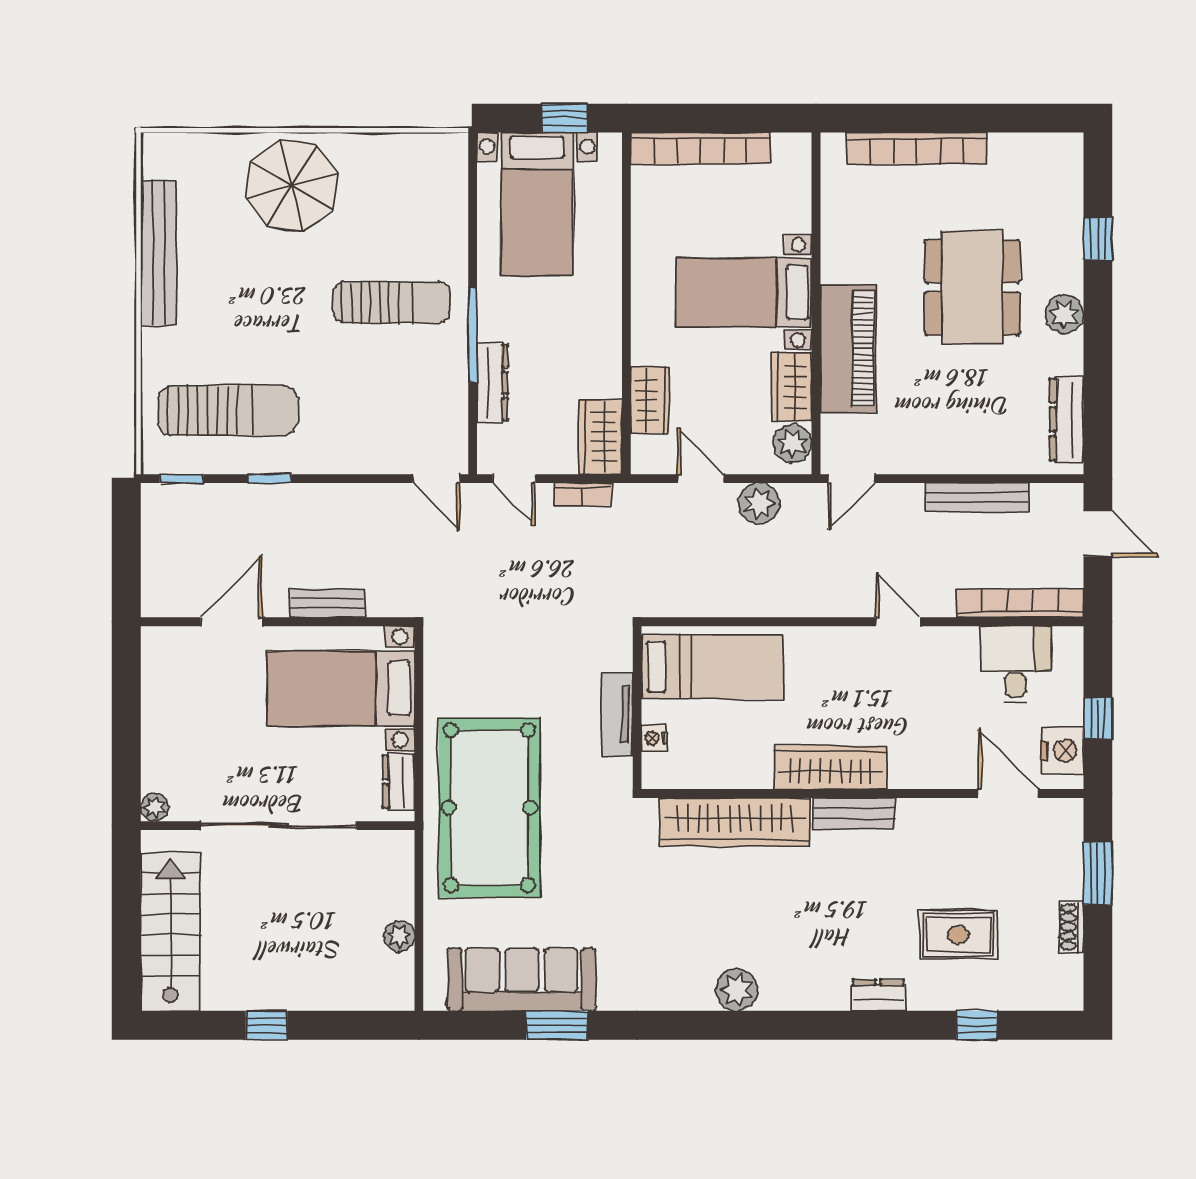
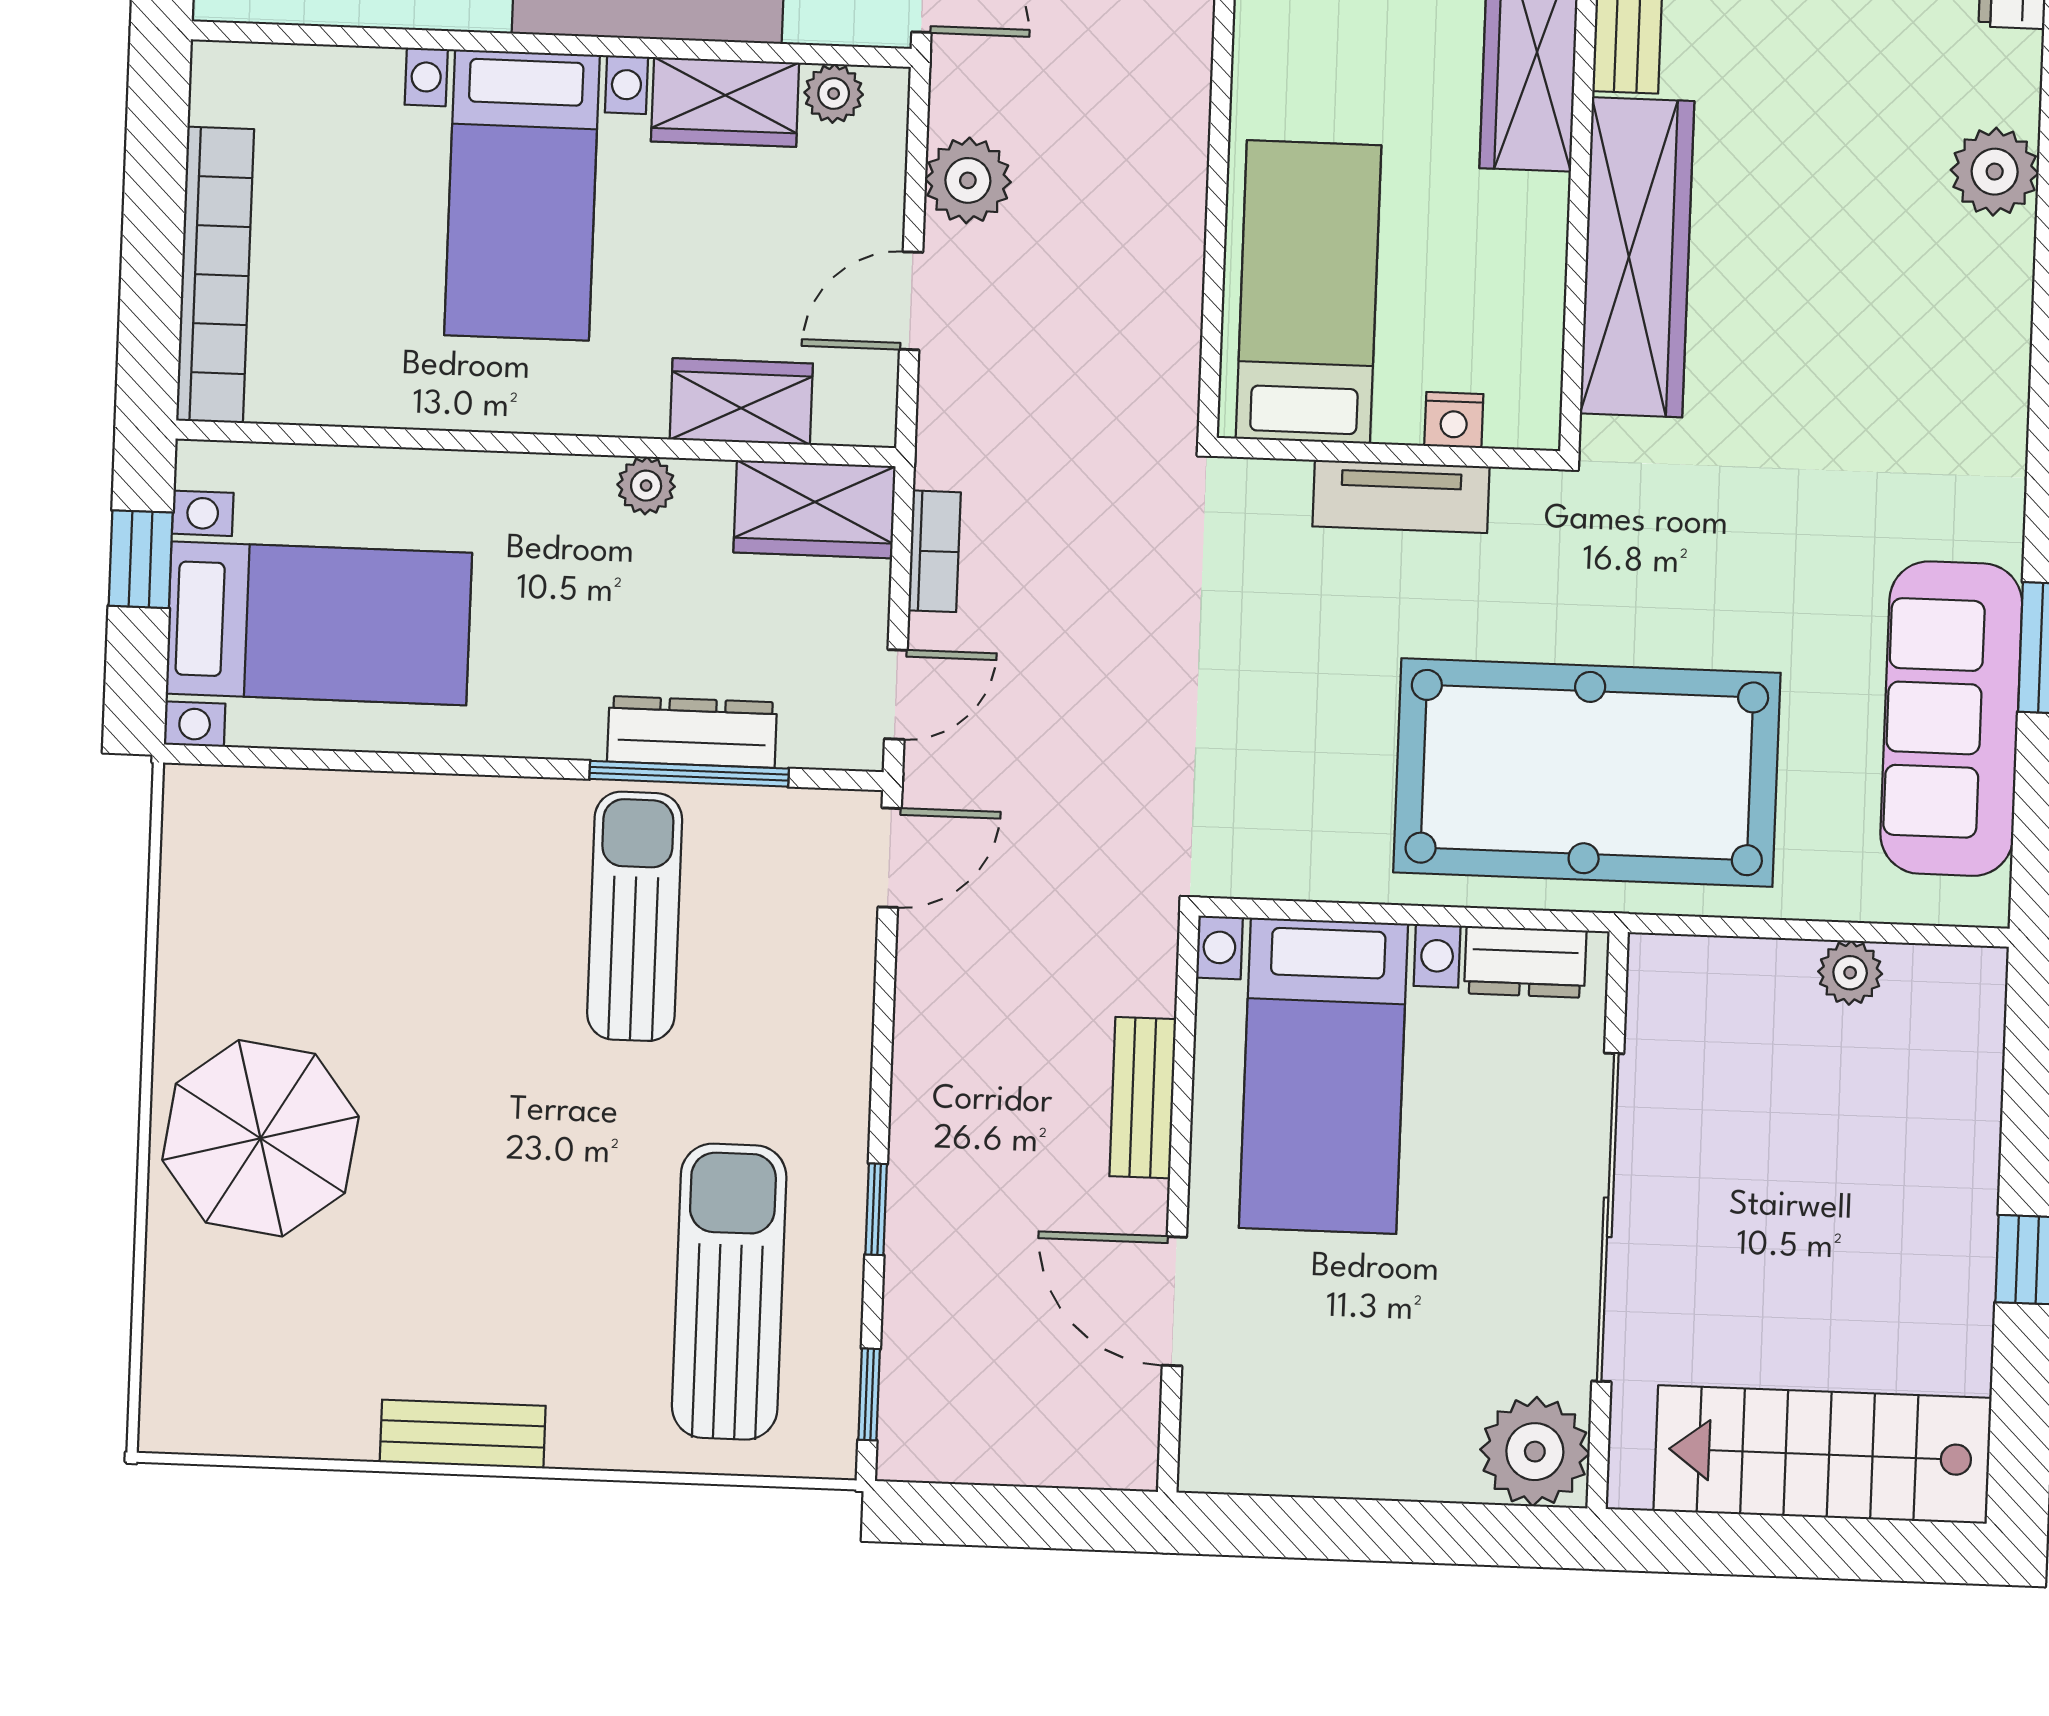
bench: (159, 253) -> (463, 1434), width x0.54, depth x0.82
sun lounger: (392, 302) -> (635, 916), moved
window: (473, 335) -> (689, 774), moved
plant: (608, 356) -> (646, 486), added
plant: (792, 443) -> (834, 94), width x0.73, depth x0.73
plant: (154, 808) -> (1535, 1452), width x1.88, depth x1.88
plant: (737, 990) -> (1995, 172), moved

